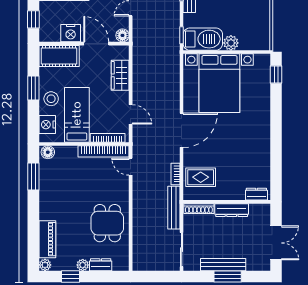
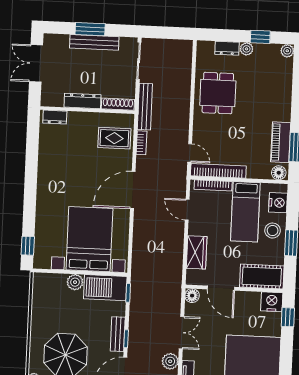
nightstand: (71, 33) -> (272, 302), moved
piano: (47, 239) -> (281, 142), moved

